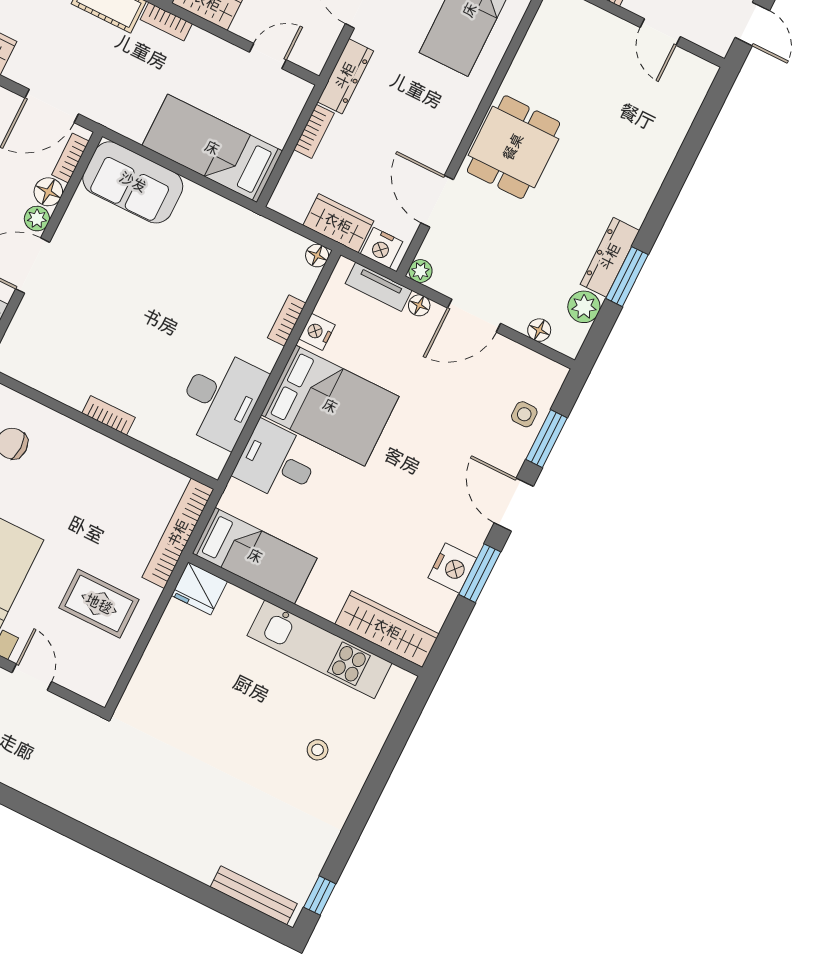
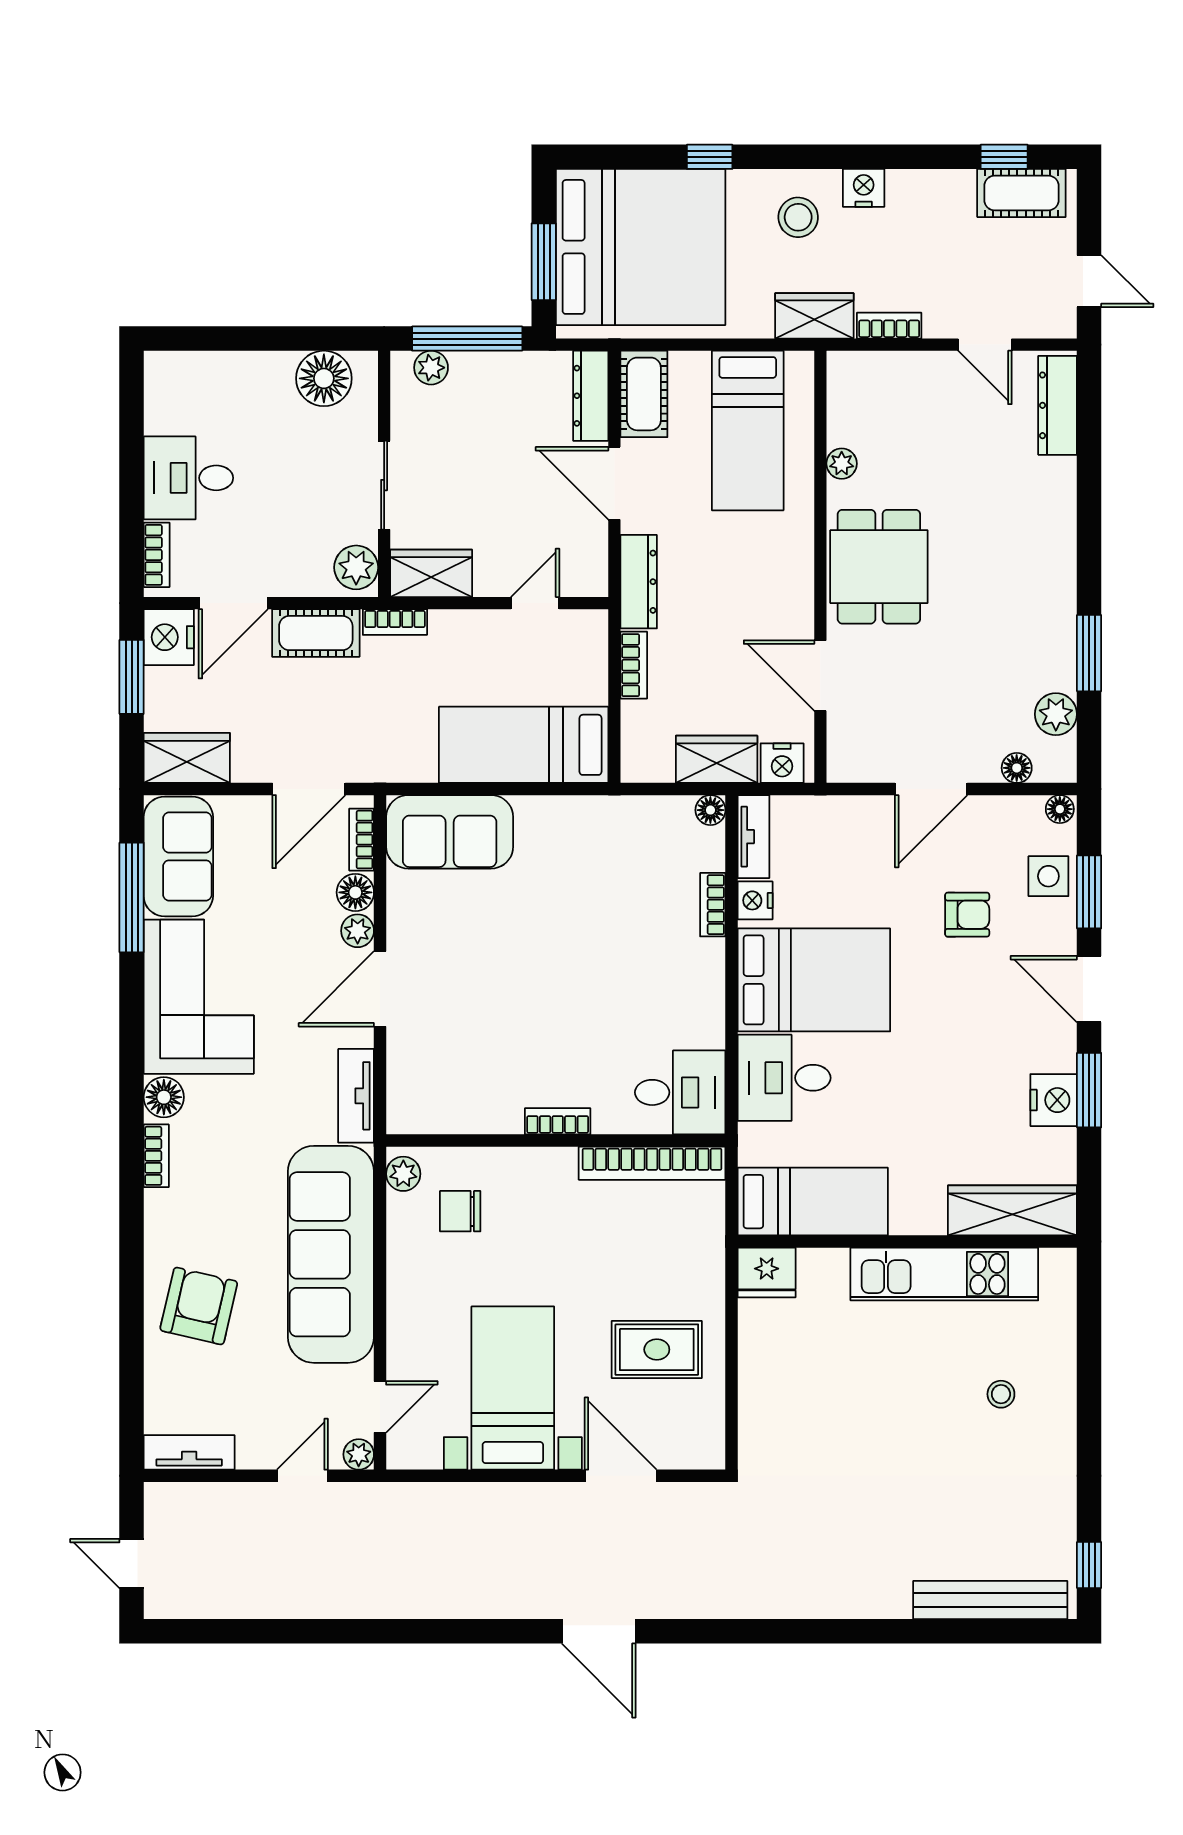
dresser: (610, 257) -> (1058, 405), moved
plant: (420, 271) -> (842, 464), moved
tv unit: (379, 287) -> (753, 837), moved, turned -90
floor lamp: (419, 305) -> (1060, 809), moved
desk: (221, 398) -> (680, 1092), moved, width x0.73
armchair: (456, 413) -> (967, 915), added
side table: (524, 414) -> (1048, 876), width x1.37, depth x1.37
bookcase: (178, 533) -> (652, 1163), moved, turned -90
door: (32, 677) -> (621, 1476), width x1.38
bench: (254, 895) -> (990, 1600), width x1.37, depth x1.21

